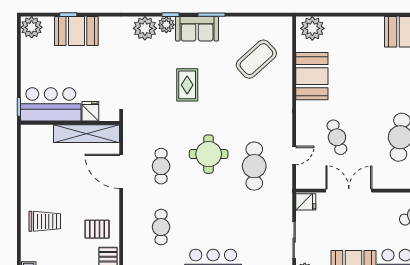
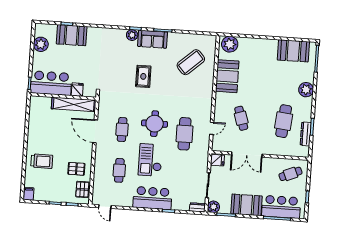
plant: (32, 27) -> (41, 44), moved
plant: (145, 28) -> (118, 37), removed
double door: (349, 191) -> (247, 155), swing flipped
checkout: (206, 209) -> (150, 160), added

